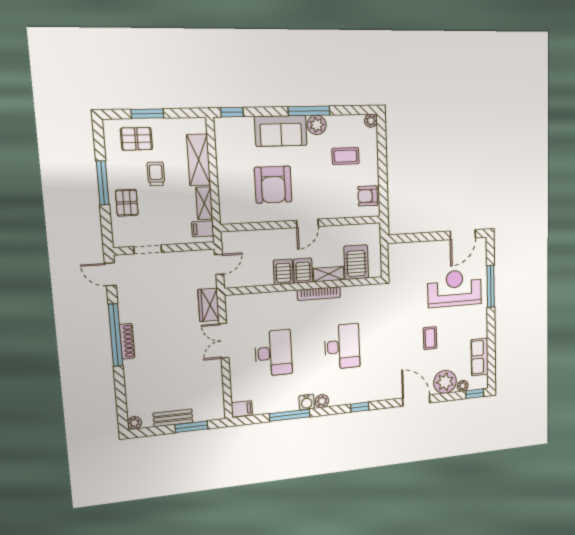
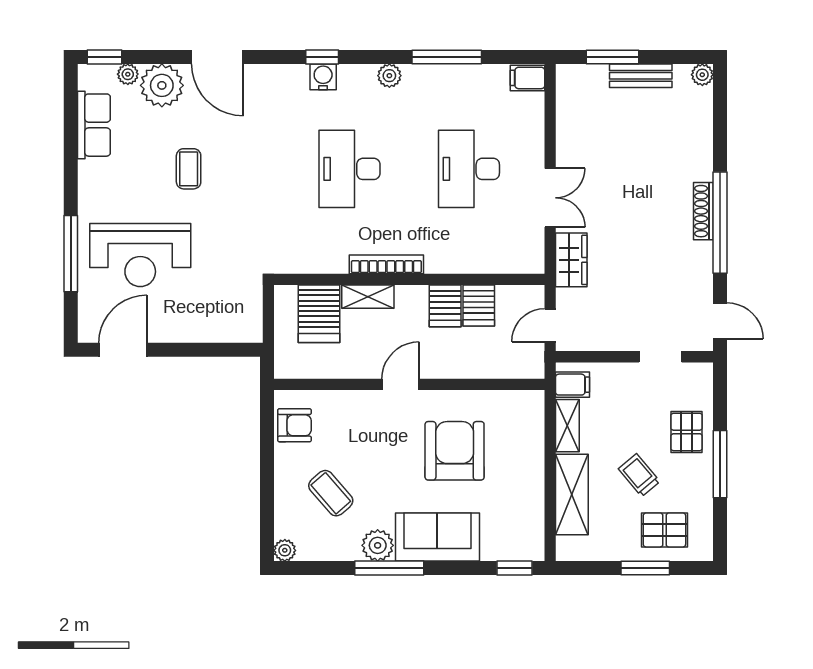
coffee table: (346, 156) -> (331, 493), turned 49
trolley: (156, 174) -> (639, 475), turned 140
server rack: (303, 271) -> (479, 306), moved
water cooler: (307, 402) -> (323, 77), moved

